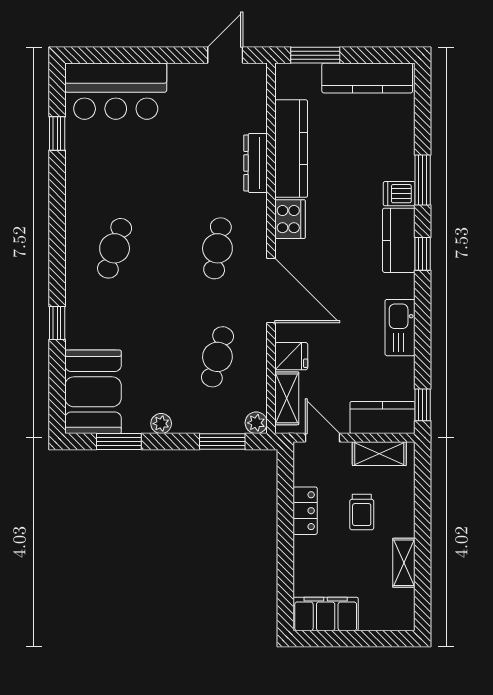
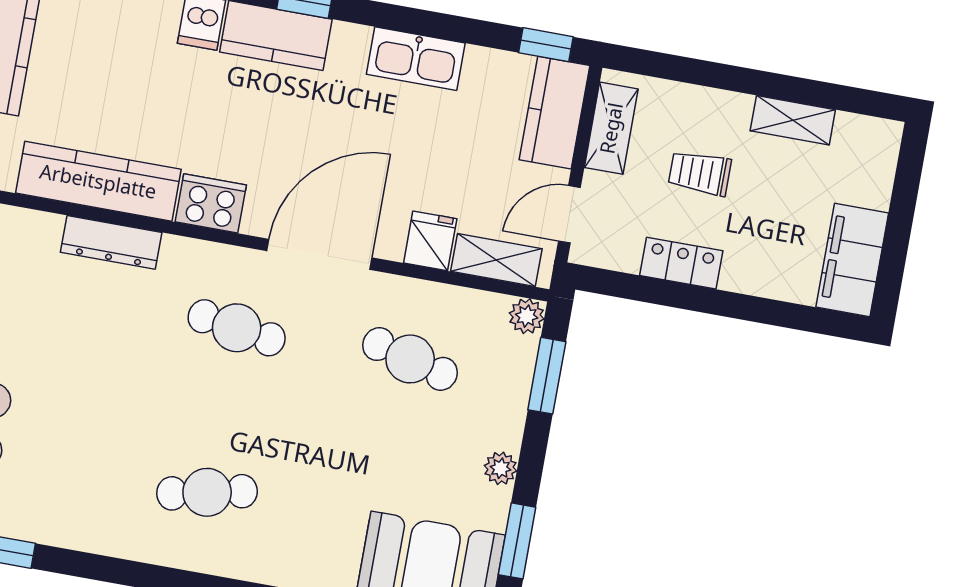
cafe table: (115, 248) -> (207, 492), turned -30
trolley: (362, 512) -> (700, 173), turned 180

